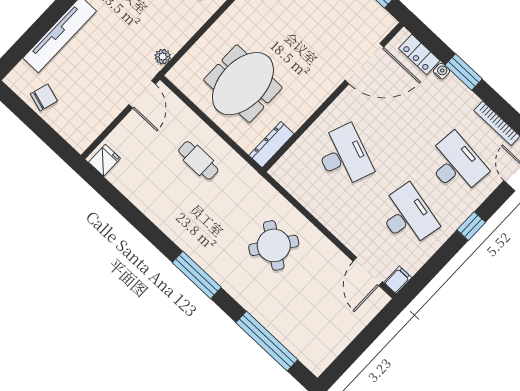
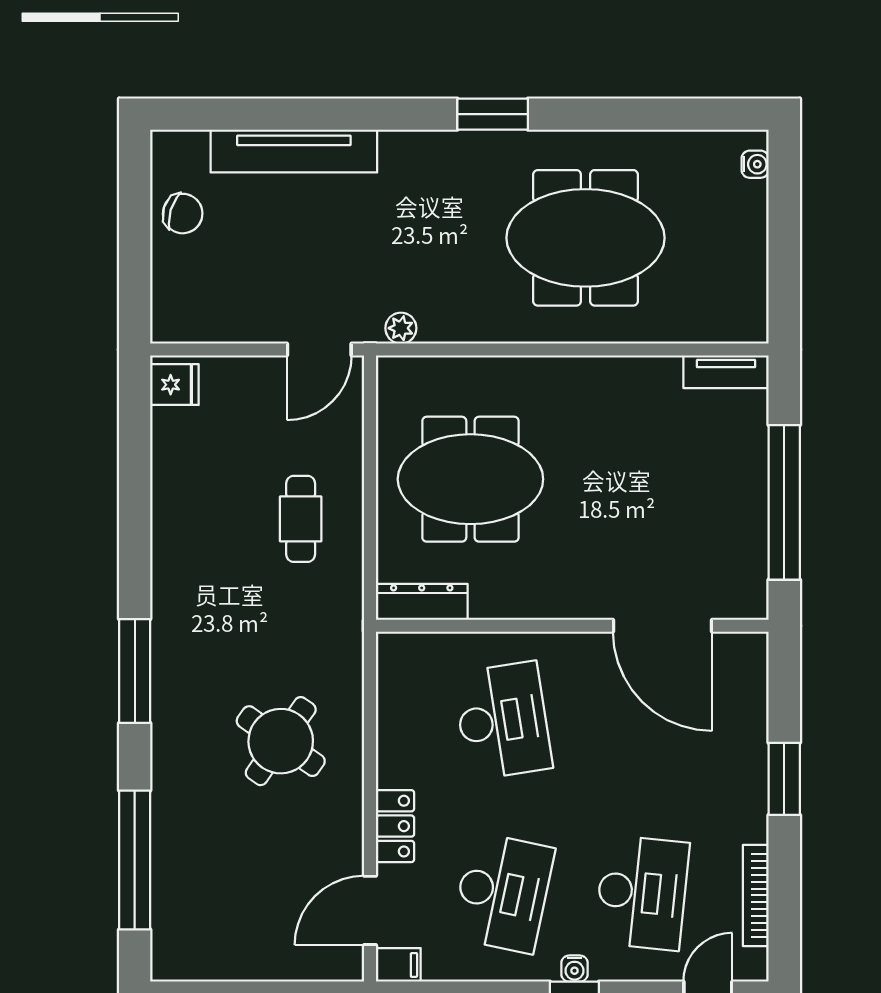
locker: (419, 54) -> (395, 826), moved, turned 180
water cooler: (441, 71) -> (575, 969), moved, turned 90
desk: (344, 156) -> (503, 721), turned -30

